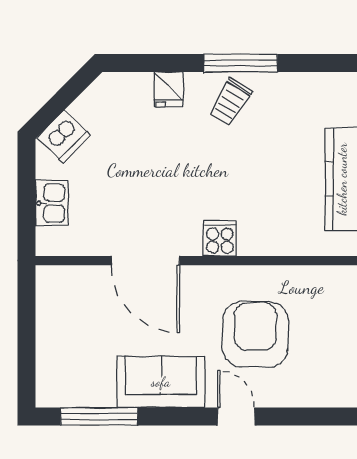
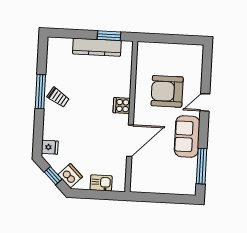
fridge: (168, 89) -> (50, 147), moved
window: (62, 100) -> (53, 176), added

